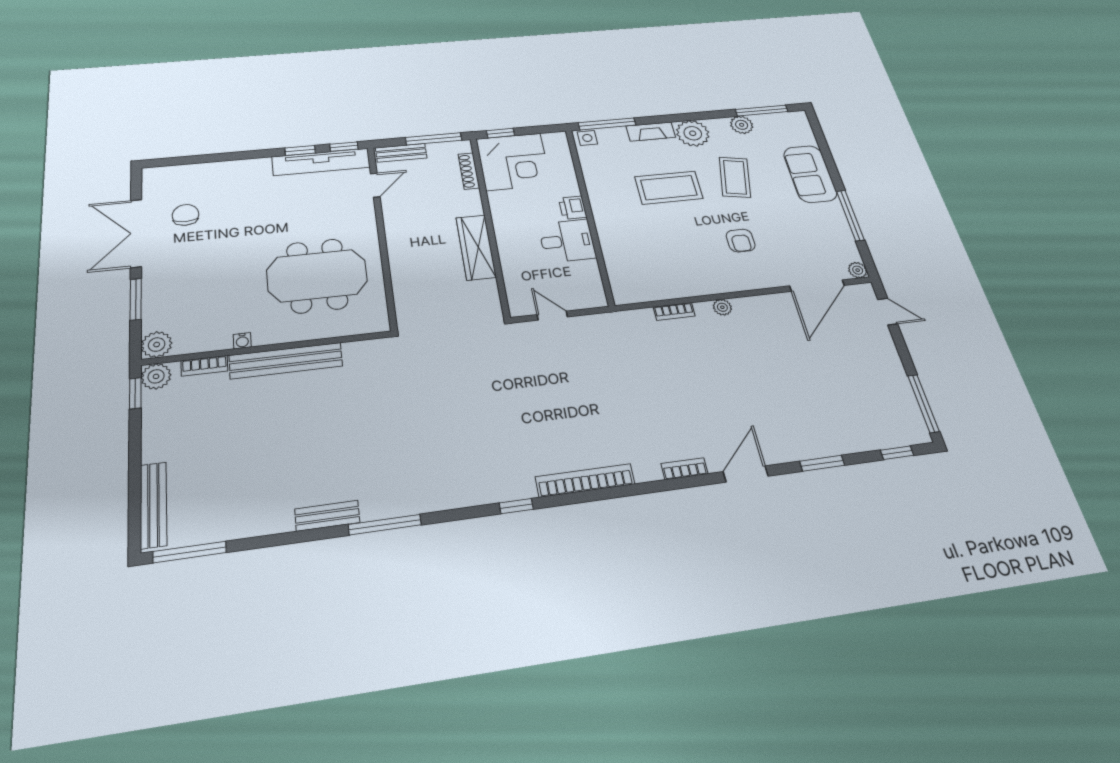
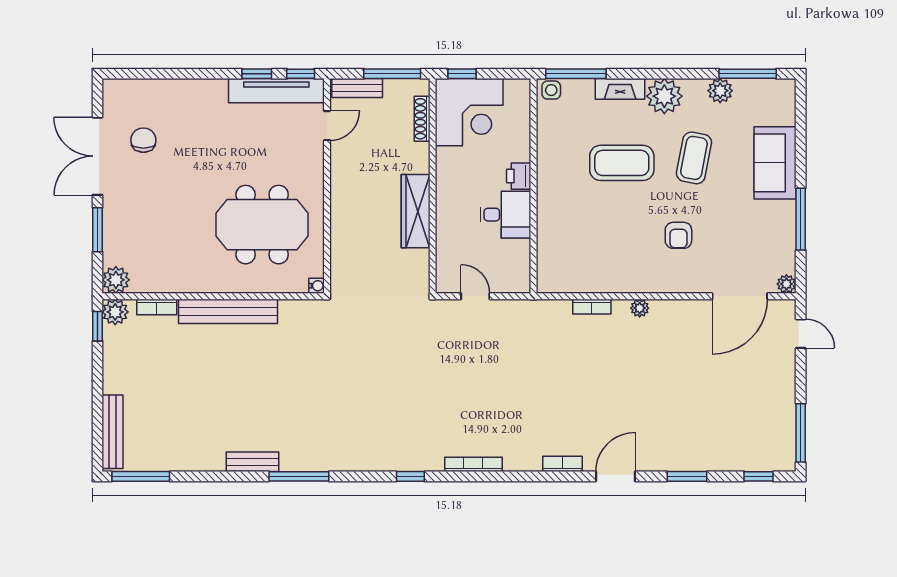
water cooler: (242, 341) -> (317, 286), moved, turned -90
bookcase: (585, 480) -> (473, 464), width x0.68, depth x0.76

